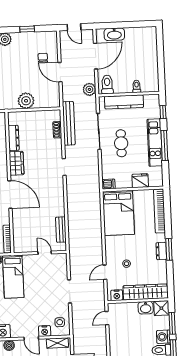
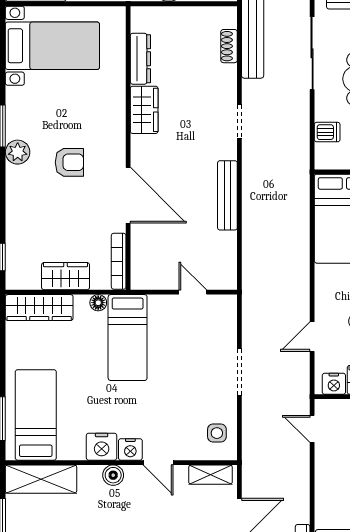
dishwasher: (109, 184) -> (327, 132), moved
door: (10, 194) -> (128, 195), moved
bench: (61, 230) -> (227, 195), moved, width x1.36
door: (107, 318) -> (312, 429), hinge flipped
nightstand: (45, 331) -> (130, 449), moved

